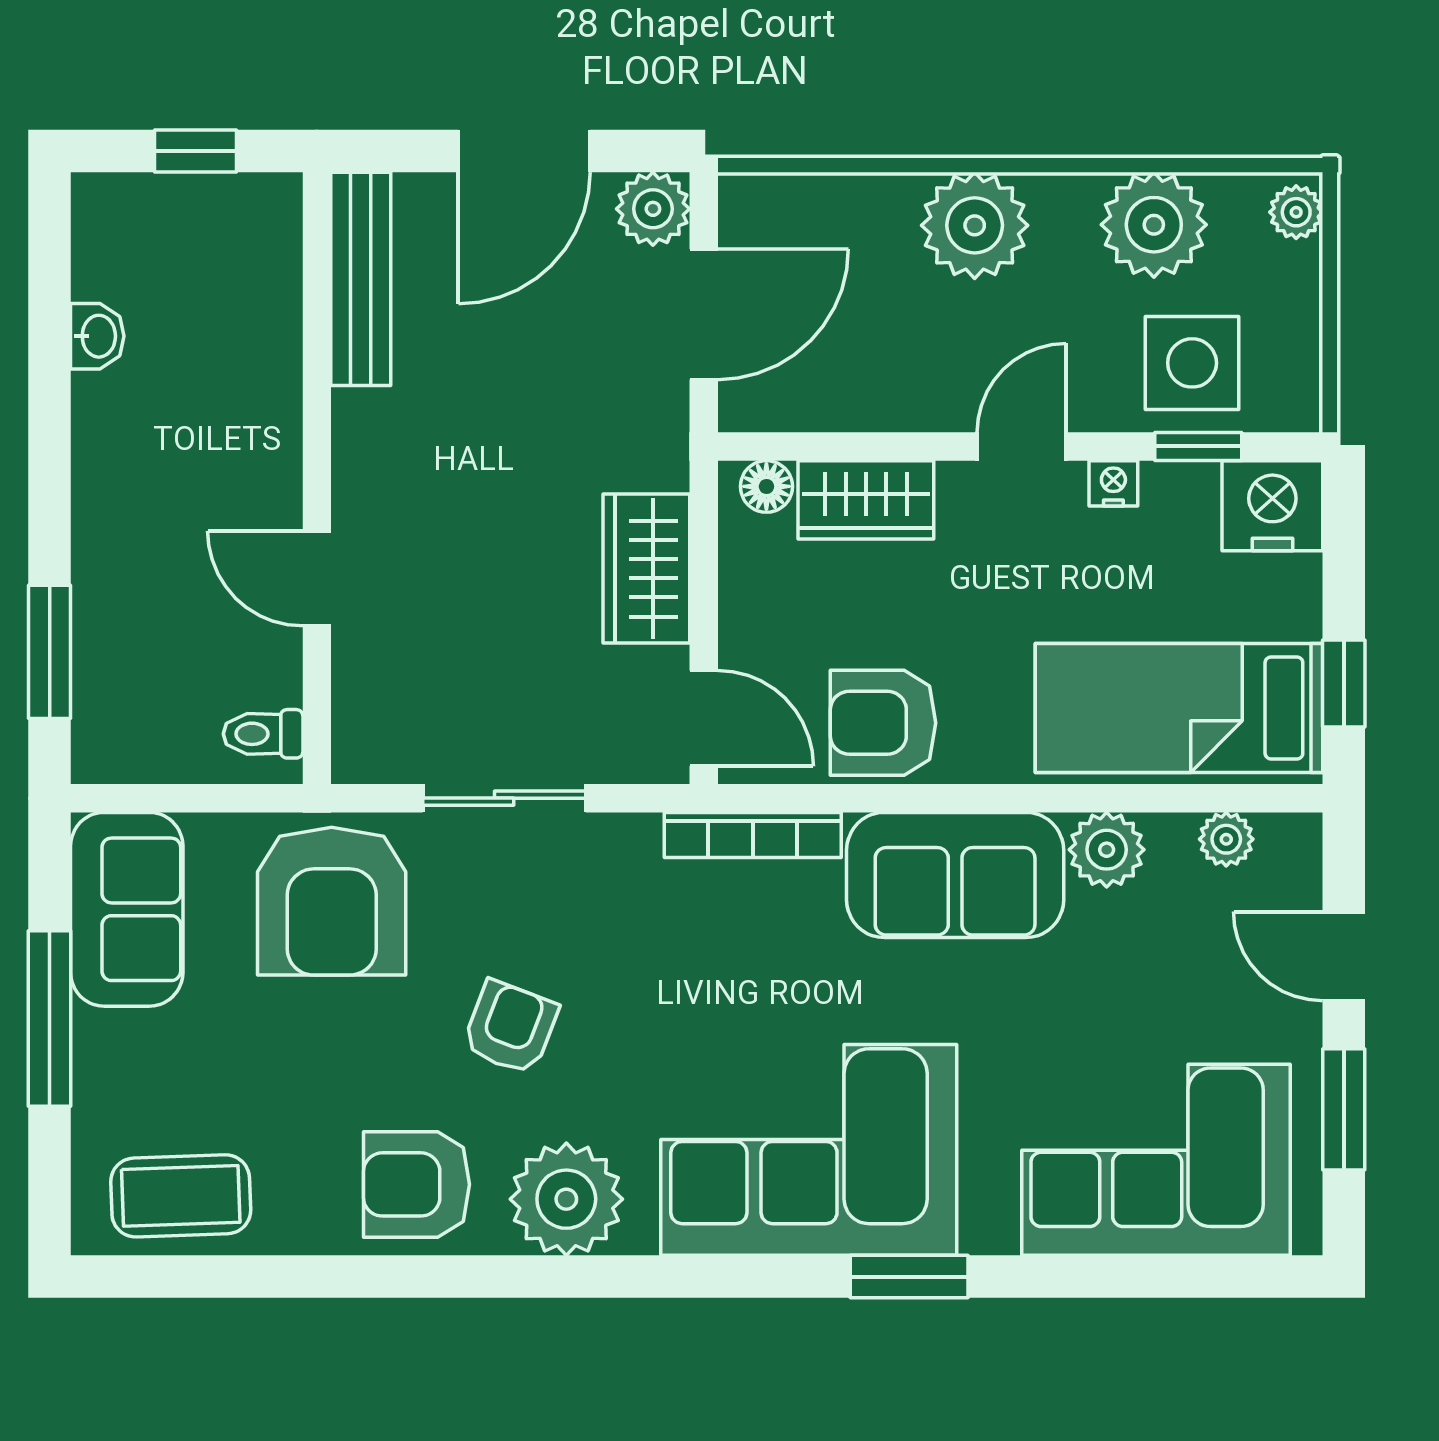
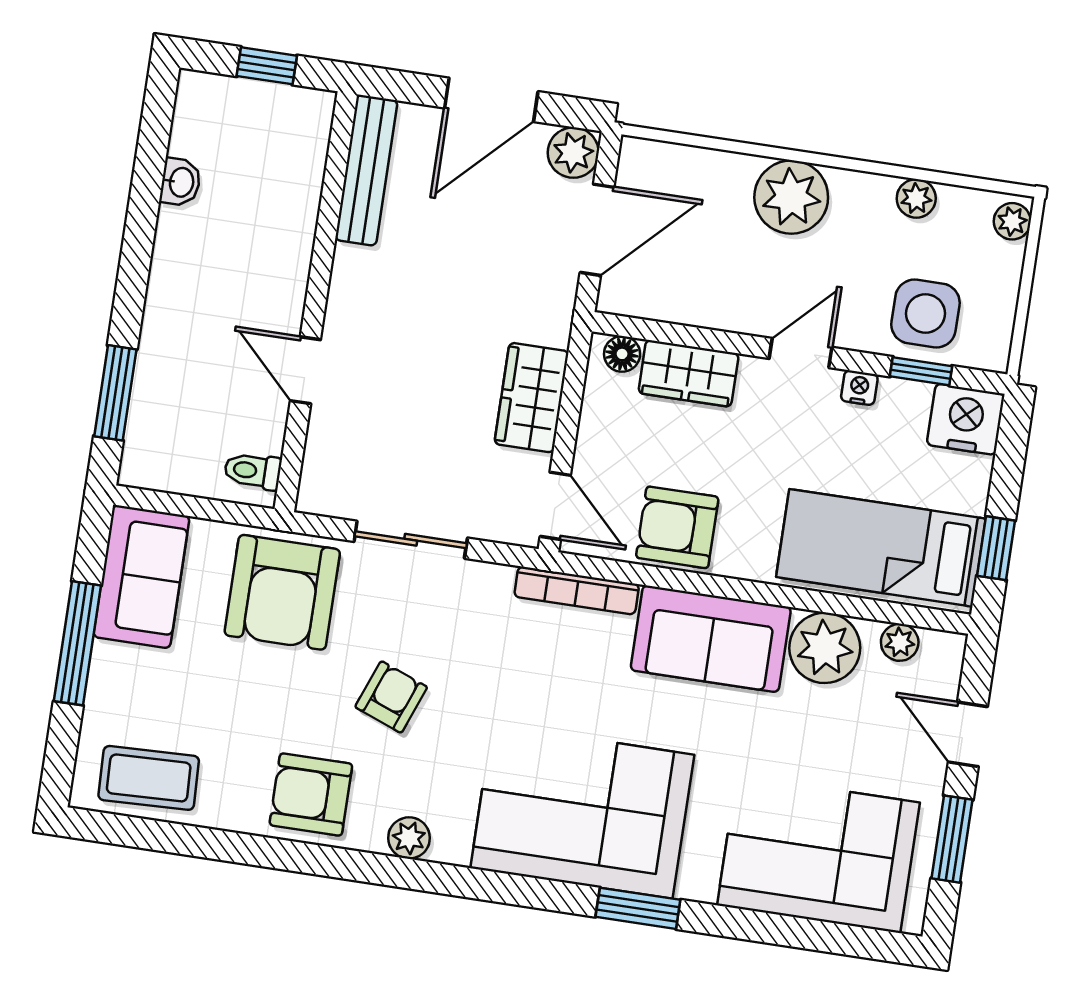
plant: (1154, 225) -> (916, 198), width x0.53, depth x0.53
plant: (1107, 850) -> (825, 648), width x1.36, depth x1.36
plant: (566, 1199) -> (409, 838), width x0.53, depth x0.53

